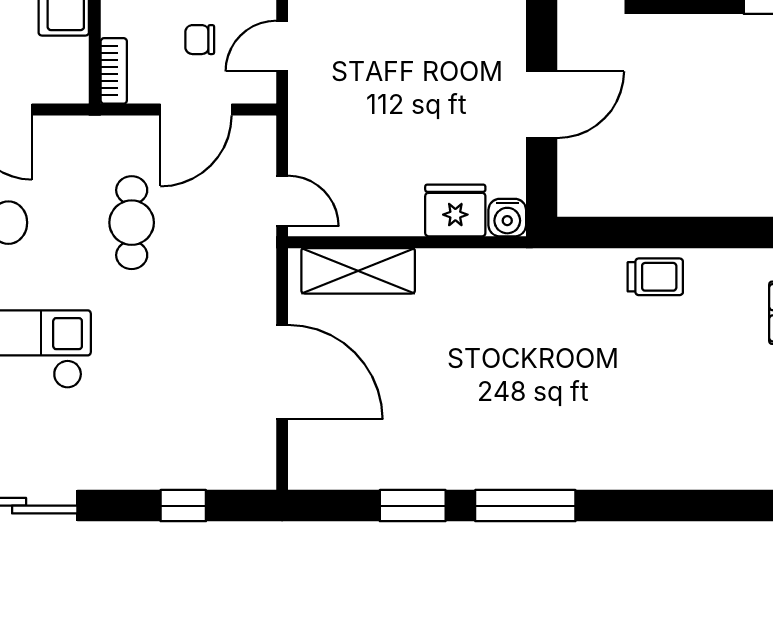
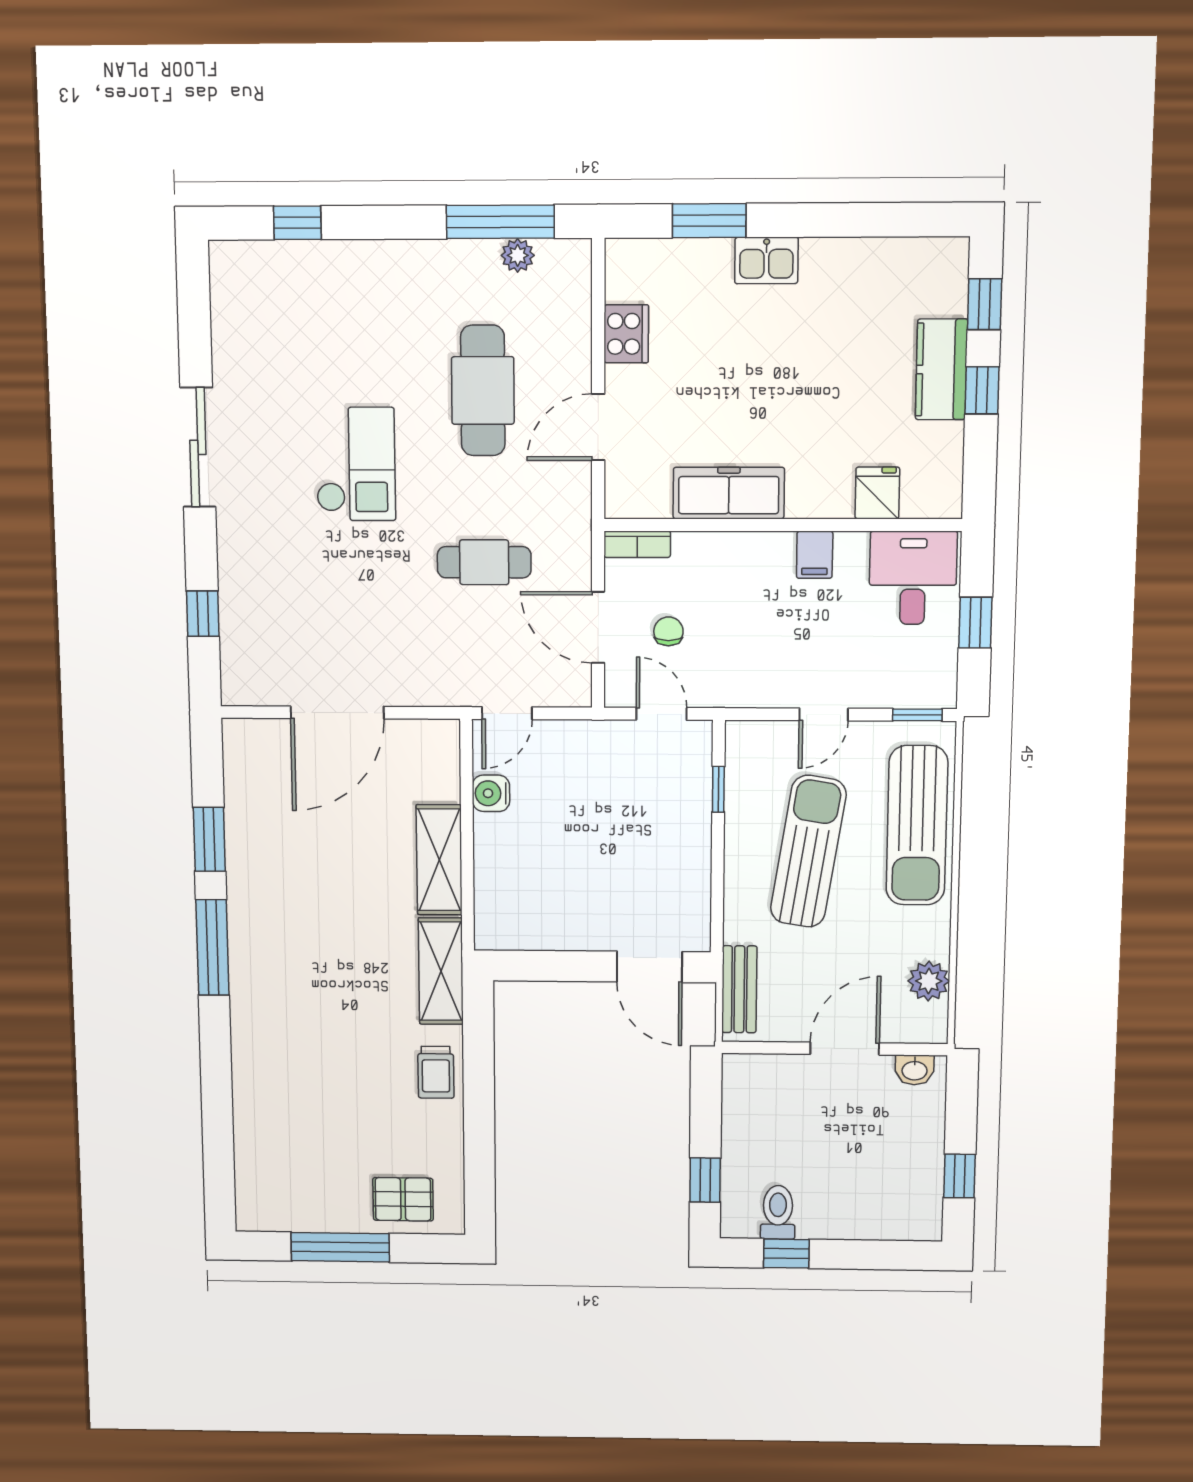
door: (542, 105) -> (649, 967), moved
fridge: (455, 210) -> (499, 883), removed
water cooler: (507, 218) -> (491, 793), moved
shelving: (548, 270) -> (441, 971), added
shelving: (358, 271) -> (439, 860), moved

